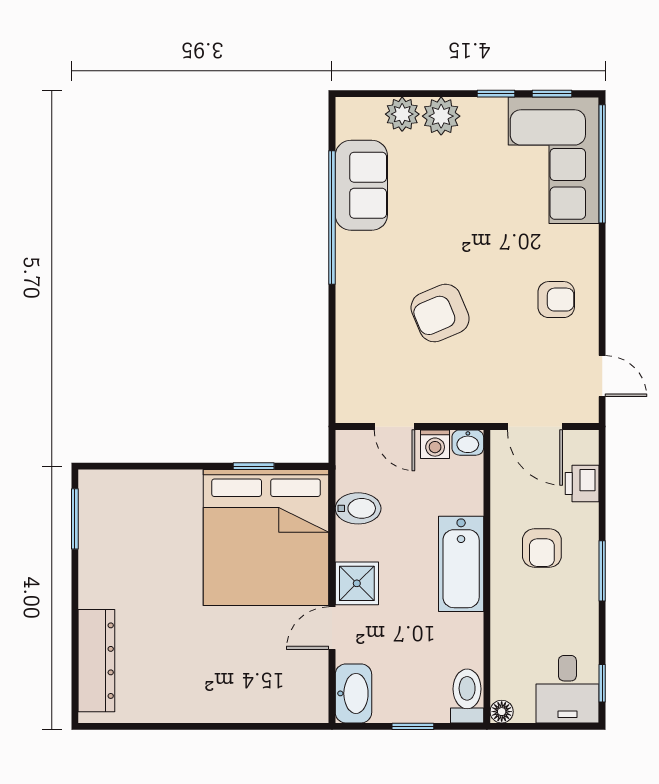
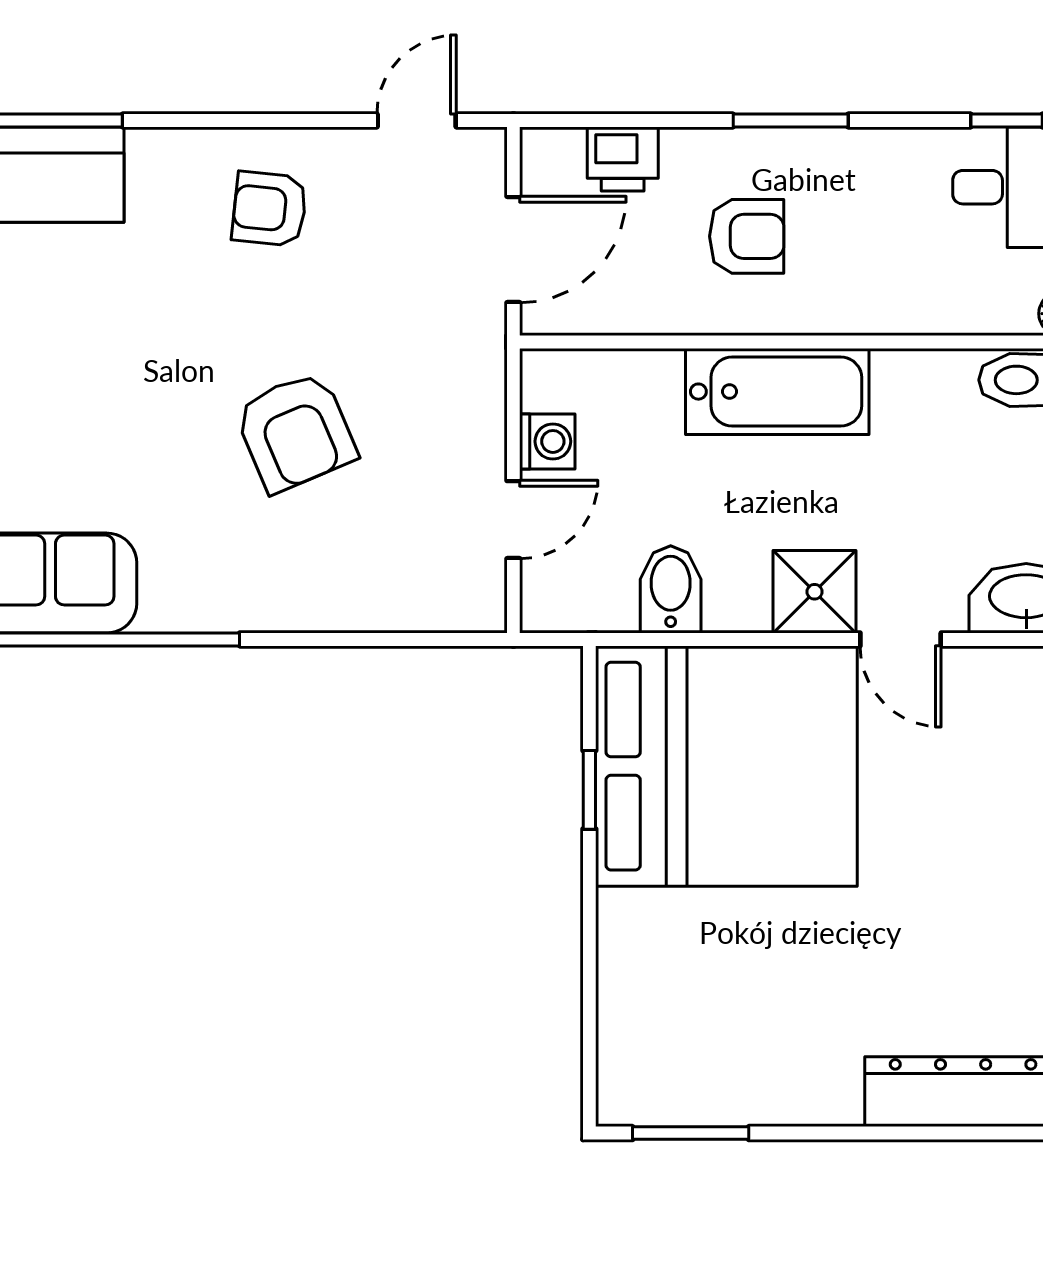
armchair: (556, 300) -> (270, 209), turned -84
washbasin: (468, 443) -> (544, 379), removed

